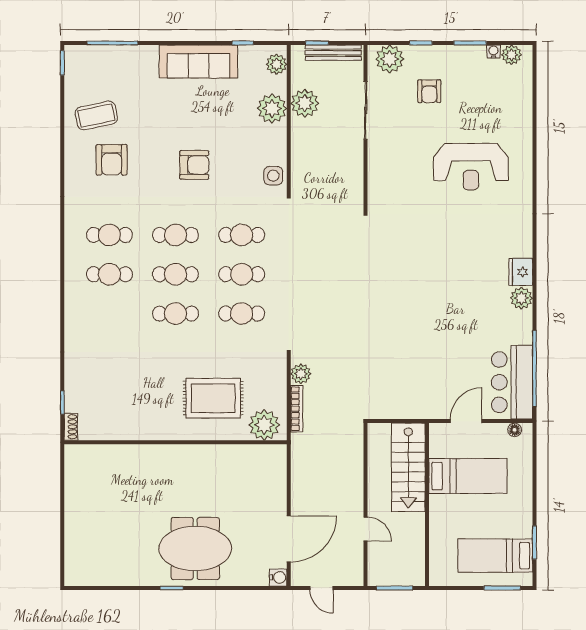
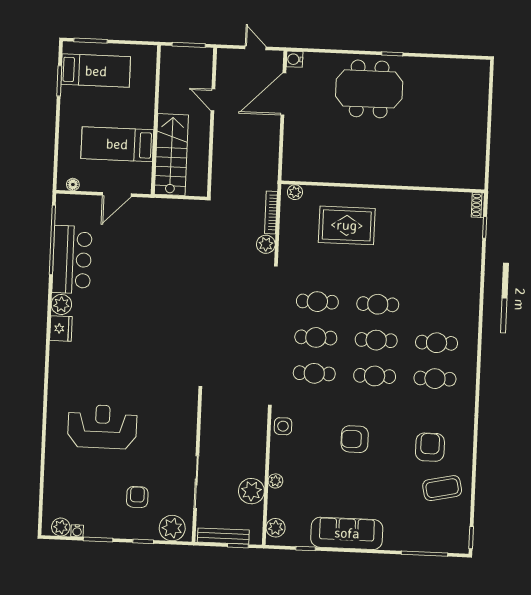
plant: (272, 108) -> (275, 481), width x0.53, depth x0.53
bar counter: (512, 382) -> (72, 260), moved
plant: (264, 425) -> (295, 192), width x0.53, depth x0.53

